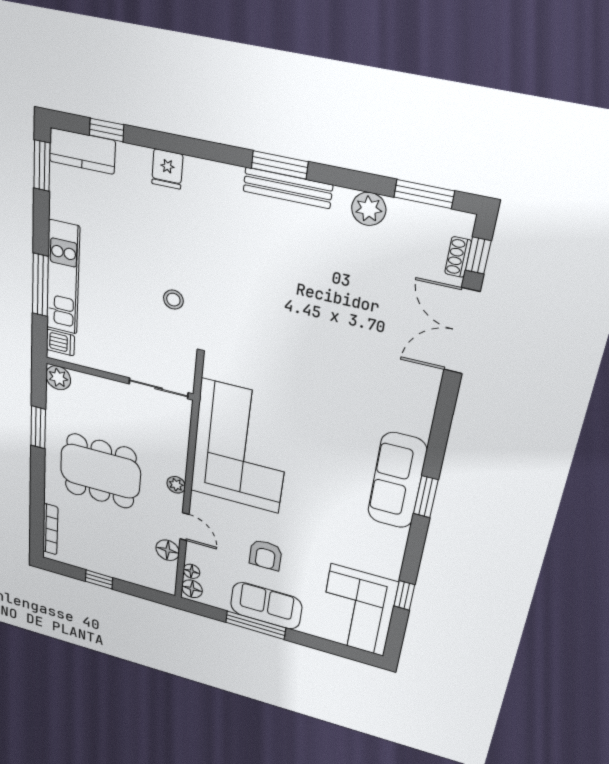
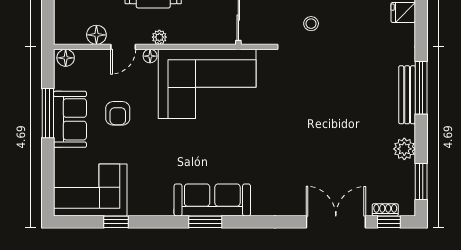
window: (280, 165) -> (421, 88), width x1.44
armchair: (266, 555) -> (118, 113), turned -90
floor lamp: (192, 571) -> (150, 56), moved

